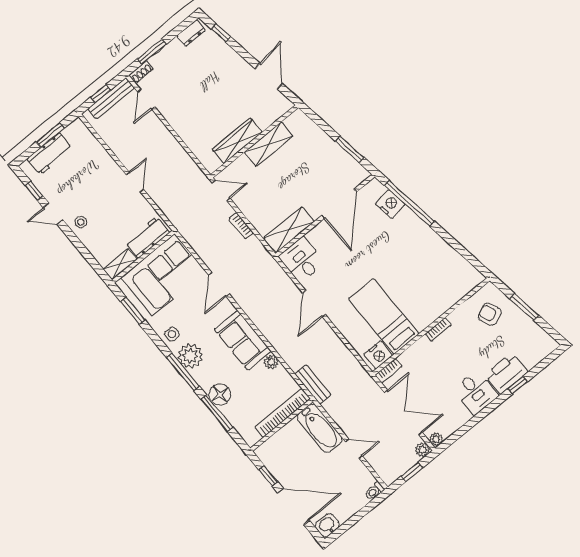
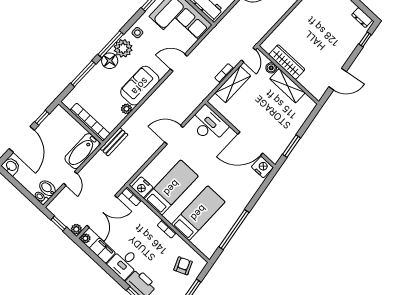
boiler: (242, 163) -> (271, 68), added
window: (409, 203) -> (234, 230), moved
nightstand: (390, 204) -> (262, 167), moved, turned -82
shelving: (289, 230) -> (233, 84), moved, turned 90
desk: (302, 260) -> (208, 125), width x1.37
bed: (422, 285) -> (198, 213), added
floor lamp: (220, 395) -> (110, 61), moved
filing cabinet: (455, 419) -> (102, 251), added
bidet: (363, 481) -> (47, 188), added

